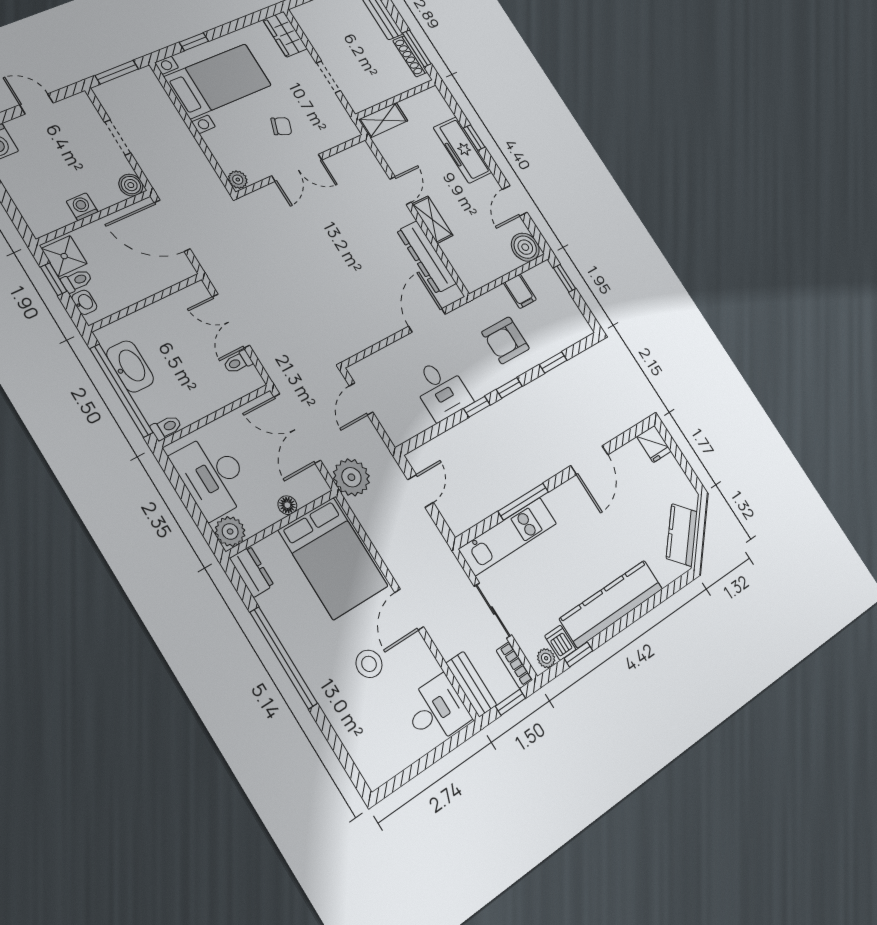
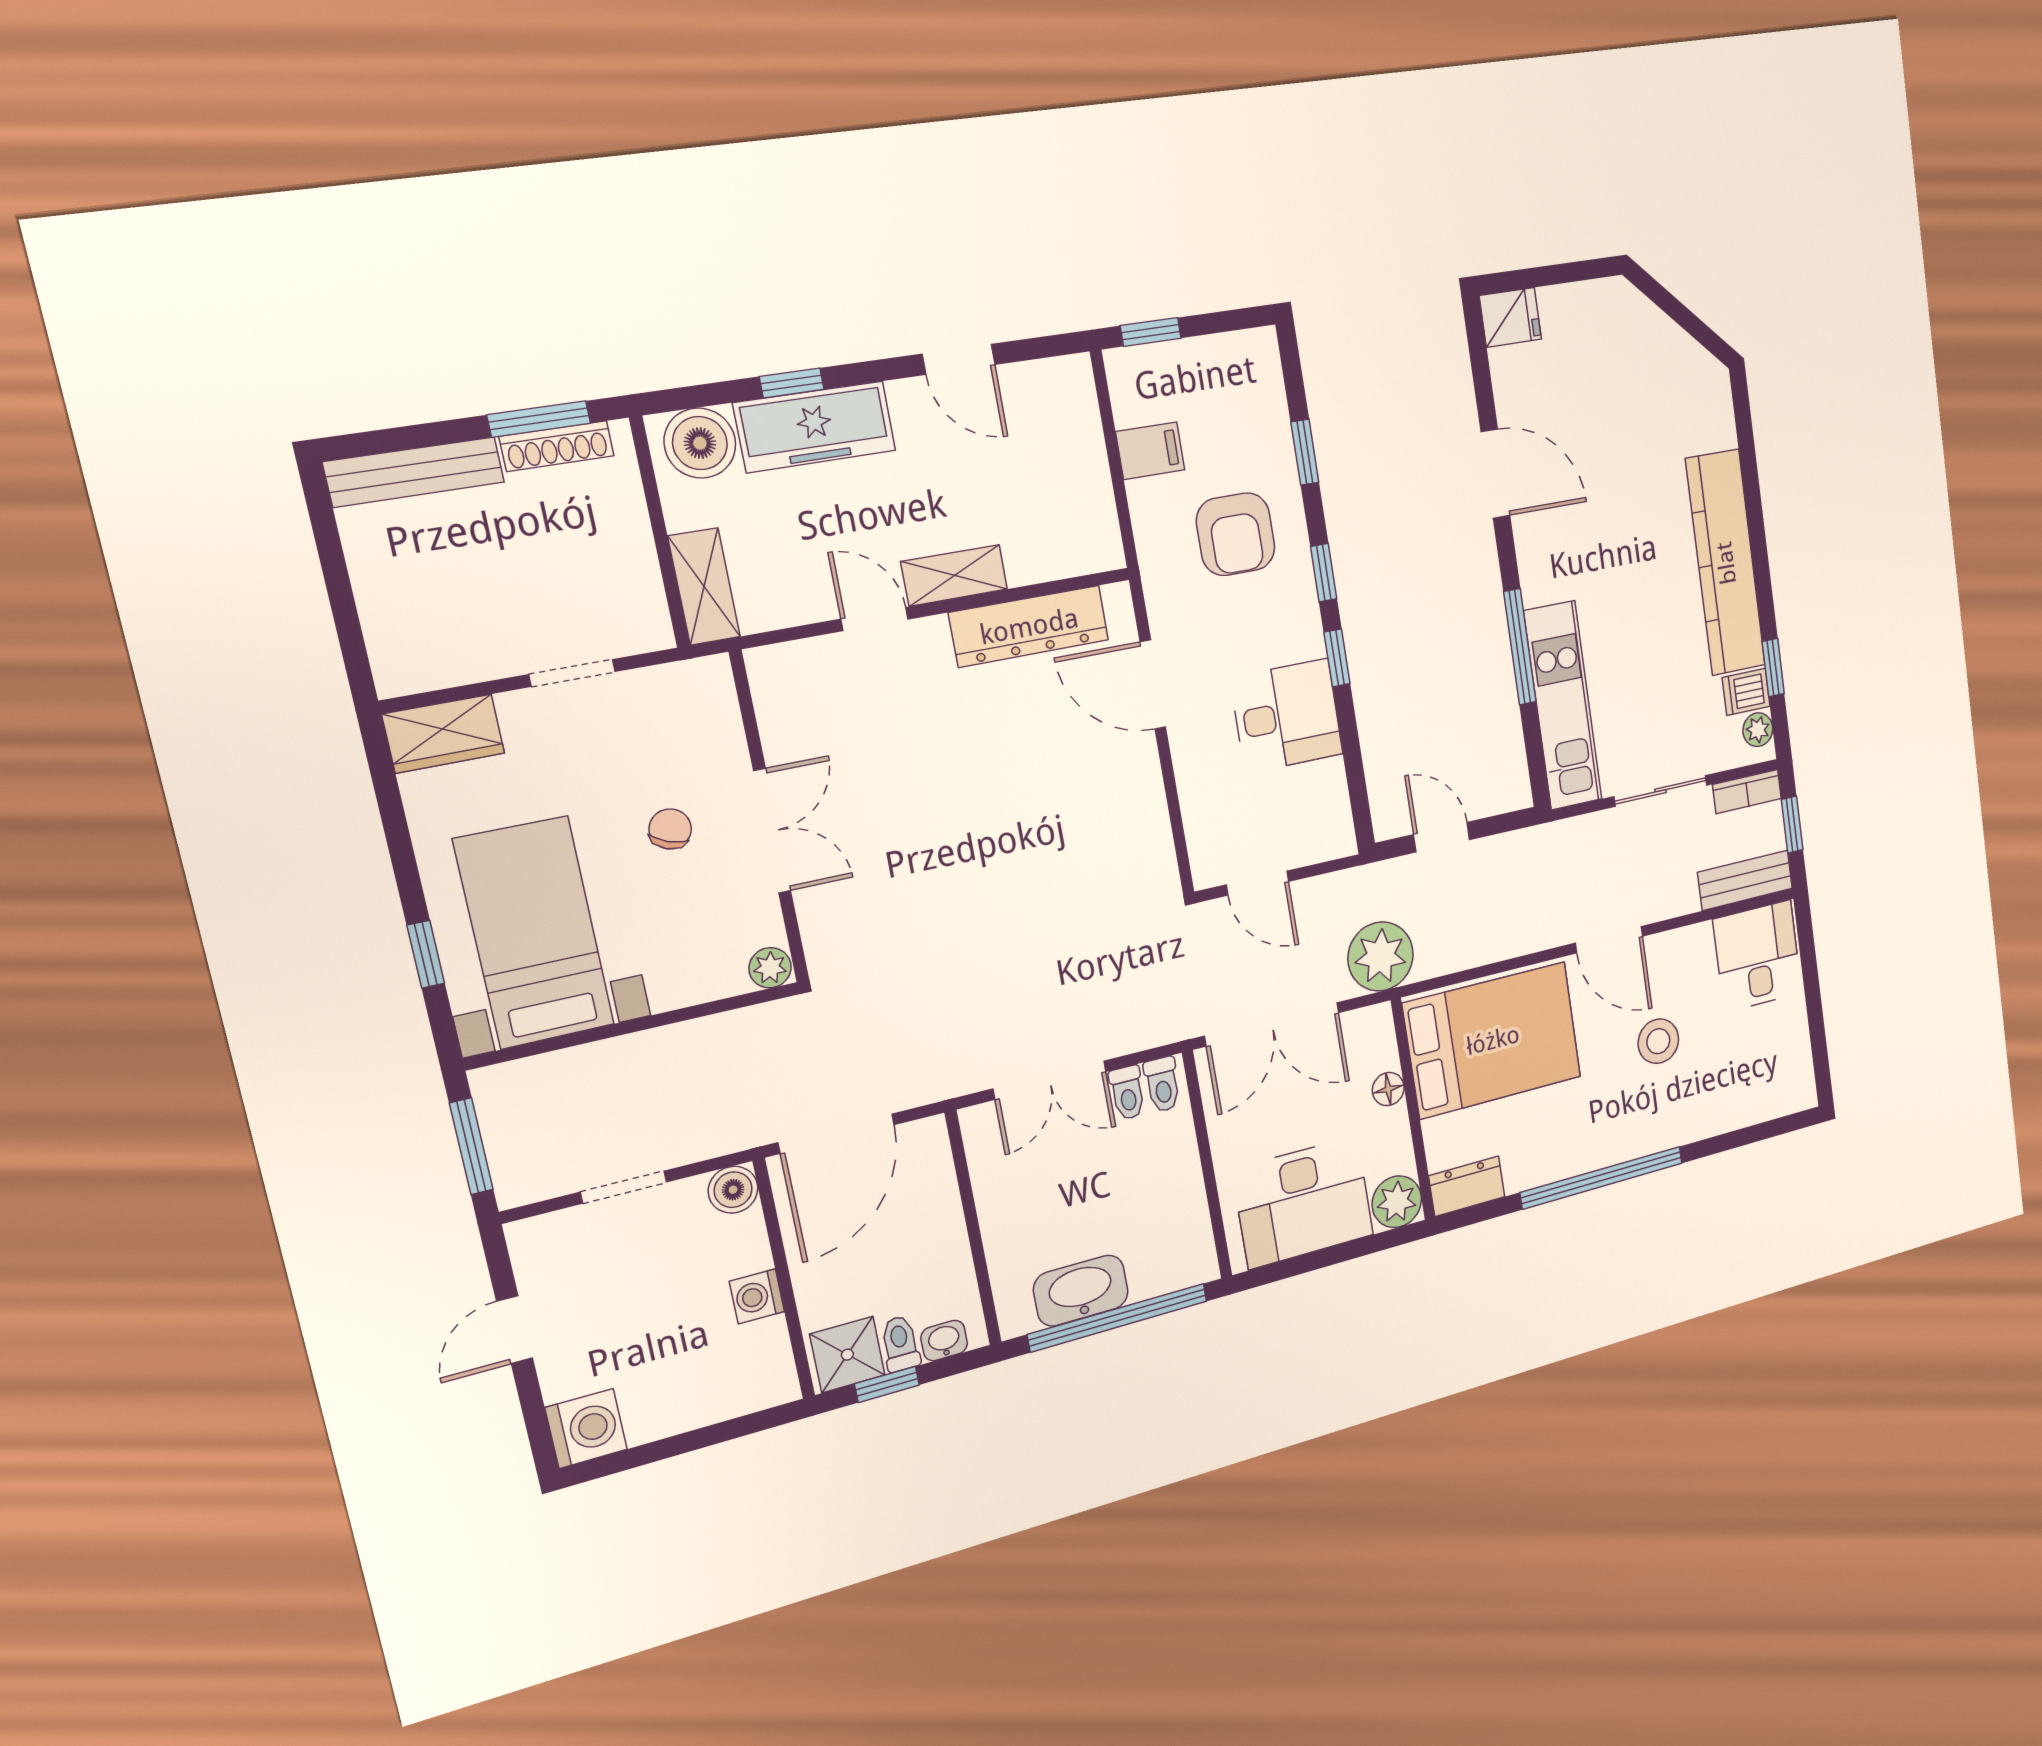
boiler: (525, 247) -> (700, 443), moved
toilet: (166, 427) -> (1162, 1085), moved, turned 180
kitchen counter: (682, 535) -> (1673, 355), removed

